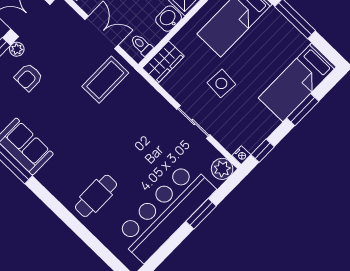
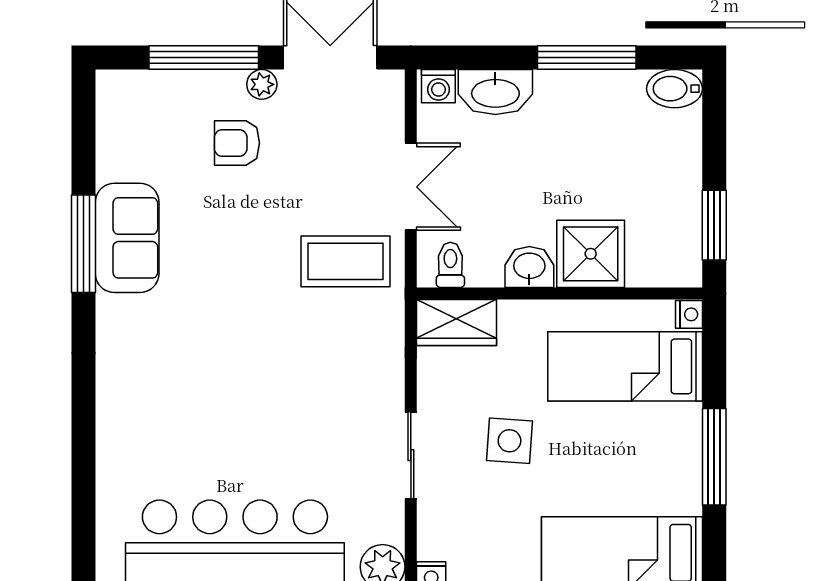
cafe table: (96, 196) -> (158, 417), removed

